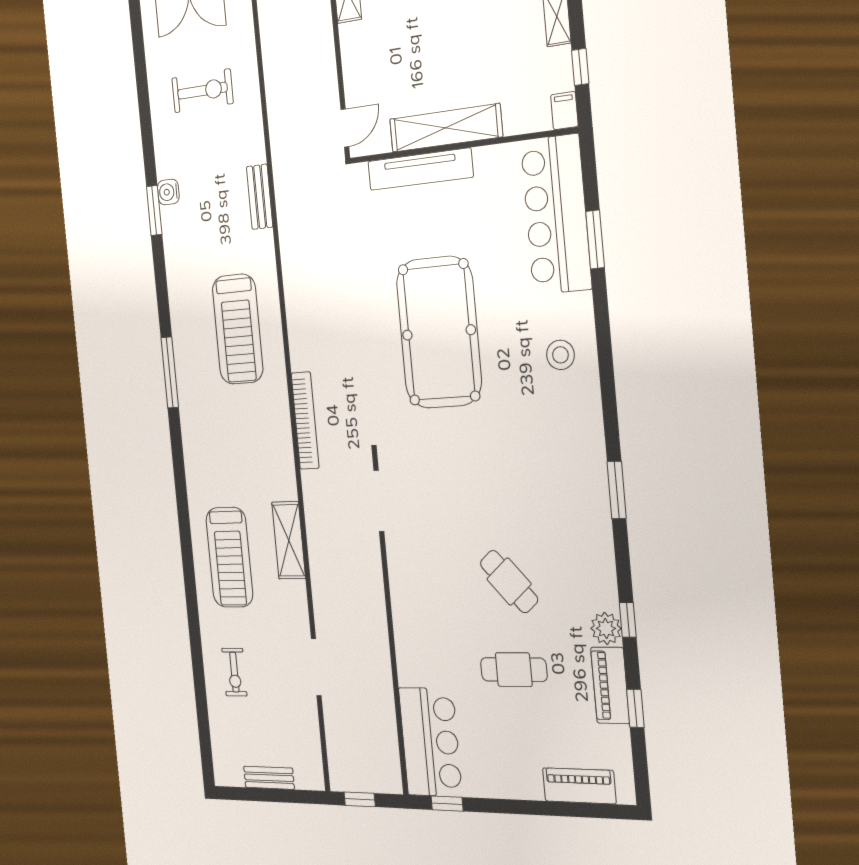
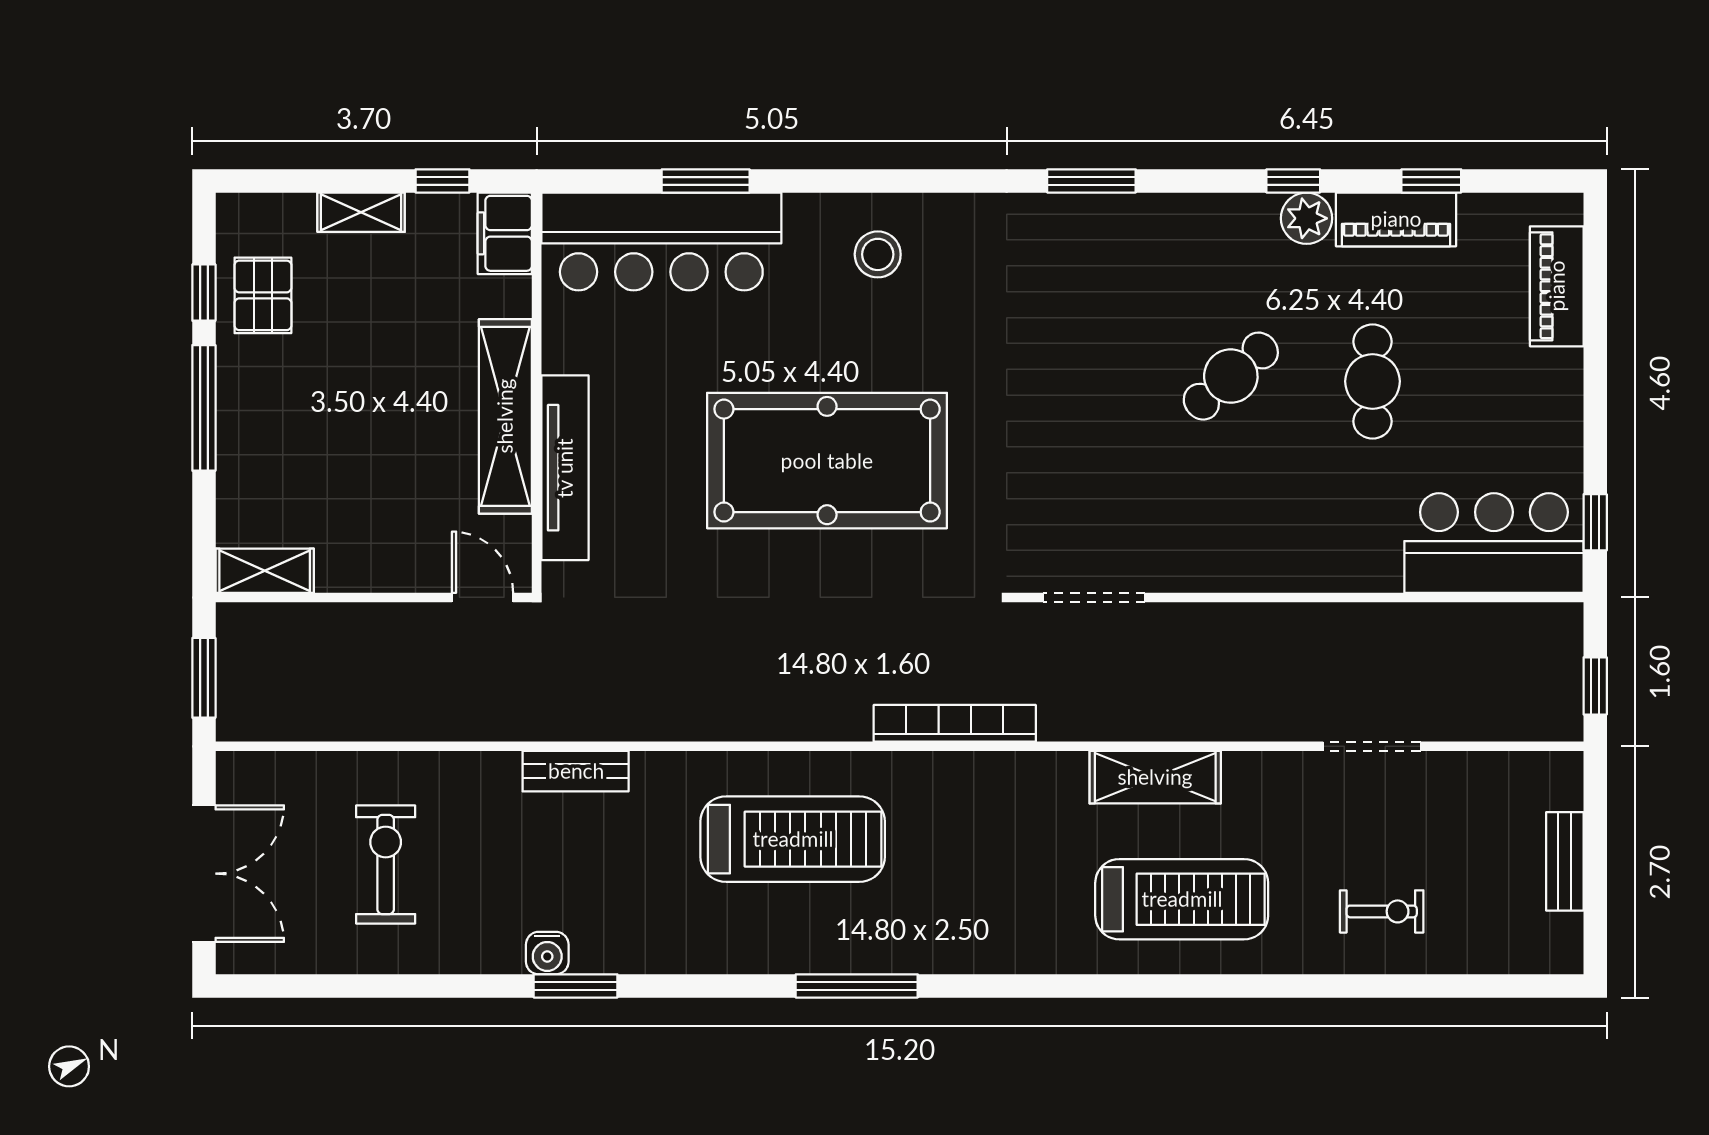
filing cabinet: (564, 111) -> (505, 233), width x2.00

